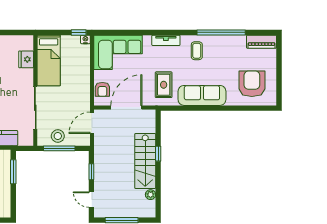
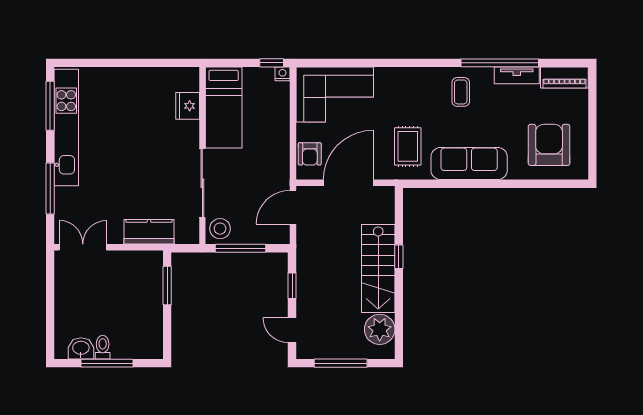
tv unit: (166, 40) -> (517, 75), moved
stool: (58, 136) -> (220, 229), moved
plant: (151, 195) -> (380, 329), width x1.88, depth x1.88

